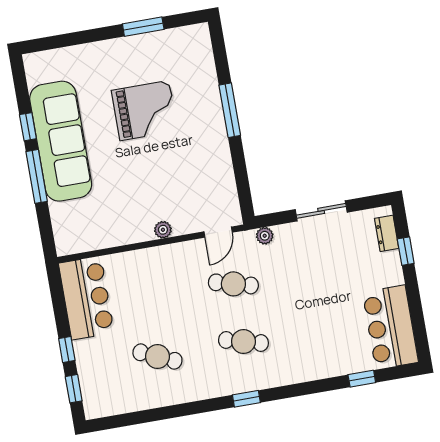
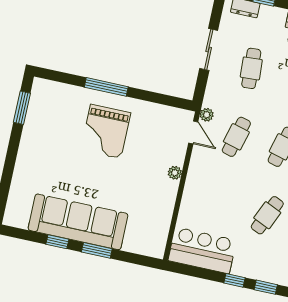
window: (143, 27) -> (22, 108), moved
grand piano: (145, 110) -> (106, 131), moved, turned 180
window: (37, 176) -> (97, 250), width x0.69
plant: (265, 236) -> (207, 115), moved
cafe table: (319, 269) -> (251, 68), added

